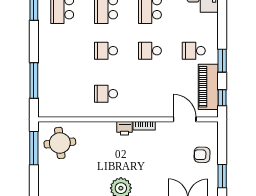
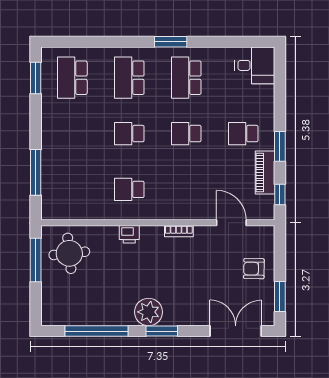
piano: (208, 87) -> (265, 173), width x0.73, depth x0.75
printer: (125, 128) -> (129, 234), moved

